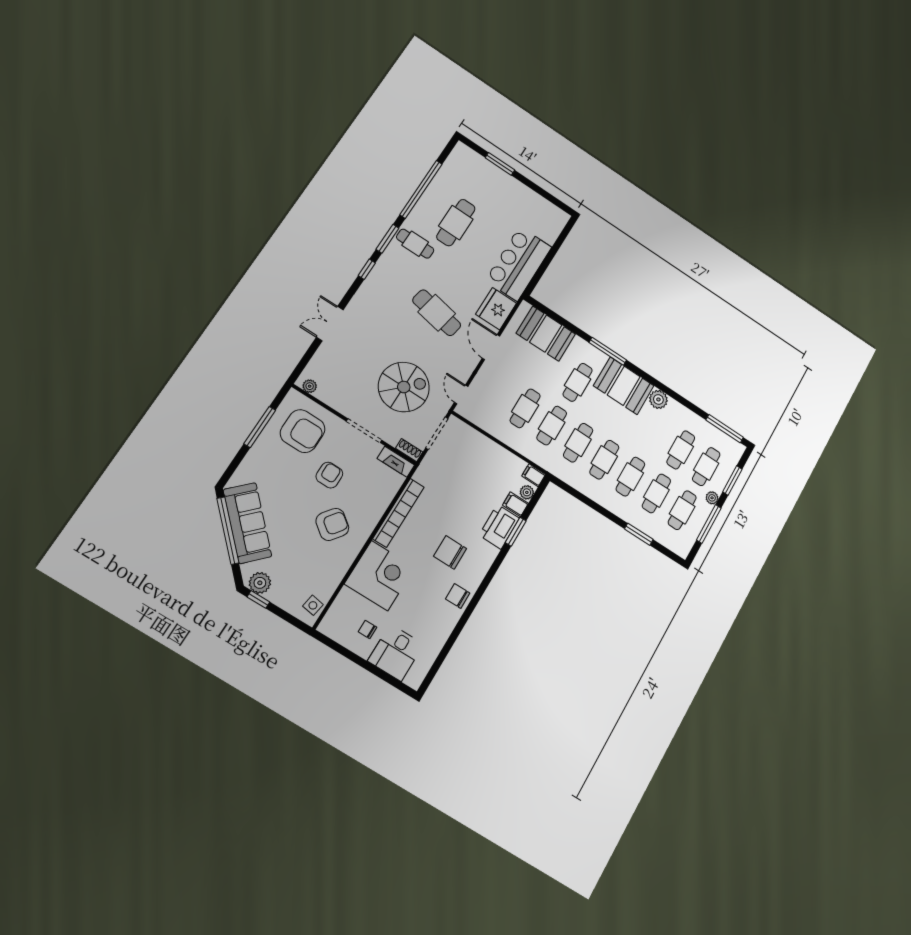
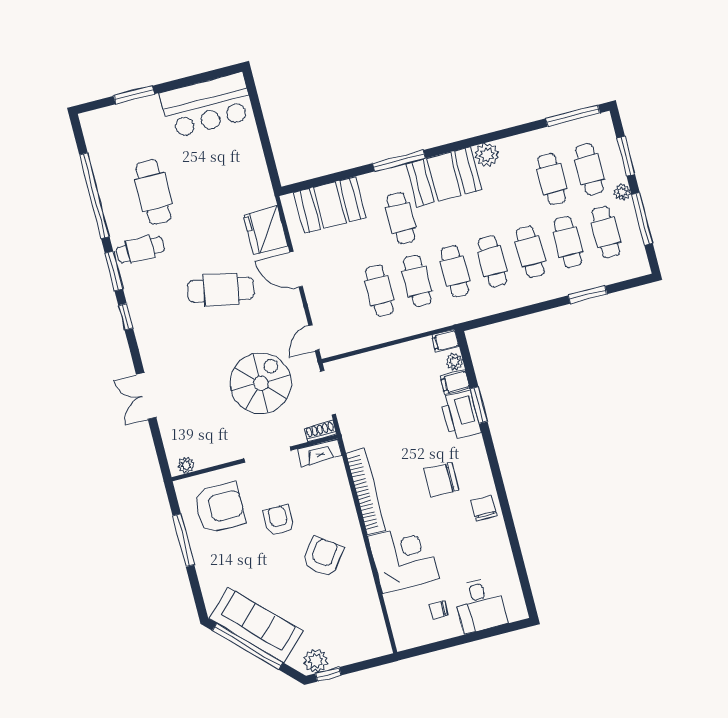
bar counter: (519, 264) -> (207, 105), moved, turned -90
door: (461, 394) -> (314, 338), hinge flipped
chair: (458, 596) -> (484, 508), turned 90
side table: (313, 605) -> (375, 636), removed

